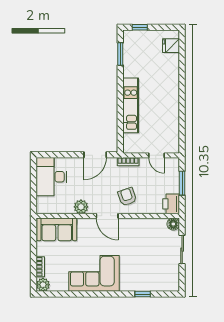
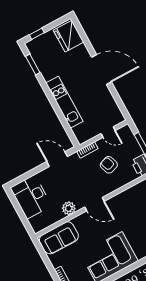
fridge: (171, 46) -> (68, 36), width x1.88, depth x1.34
door: (182, 94) -> (102, 70), added
door: (95, 155) -> (57, 159), swing flipped
armchair: (127, 197) -> (109, 165), moved

